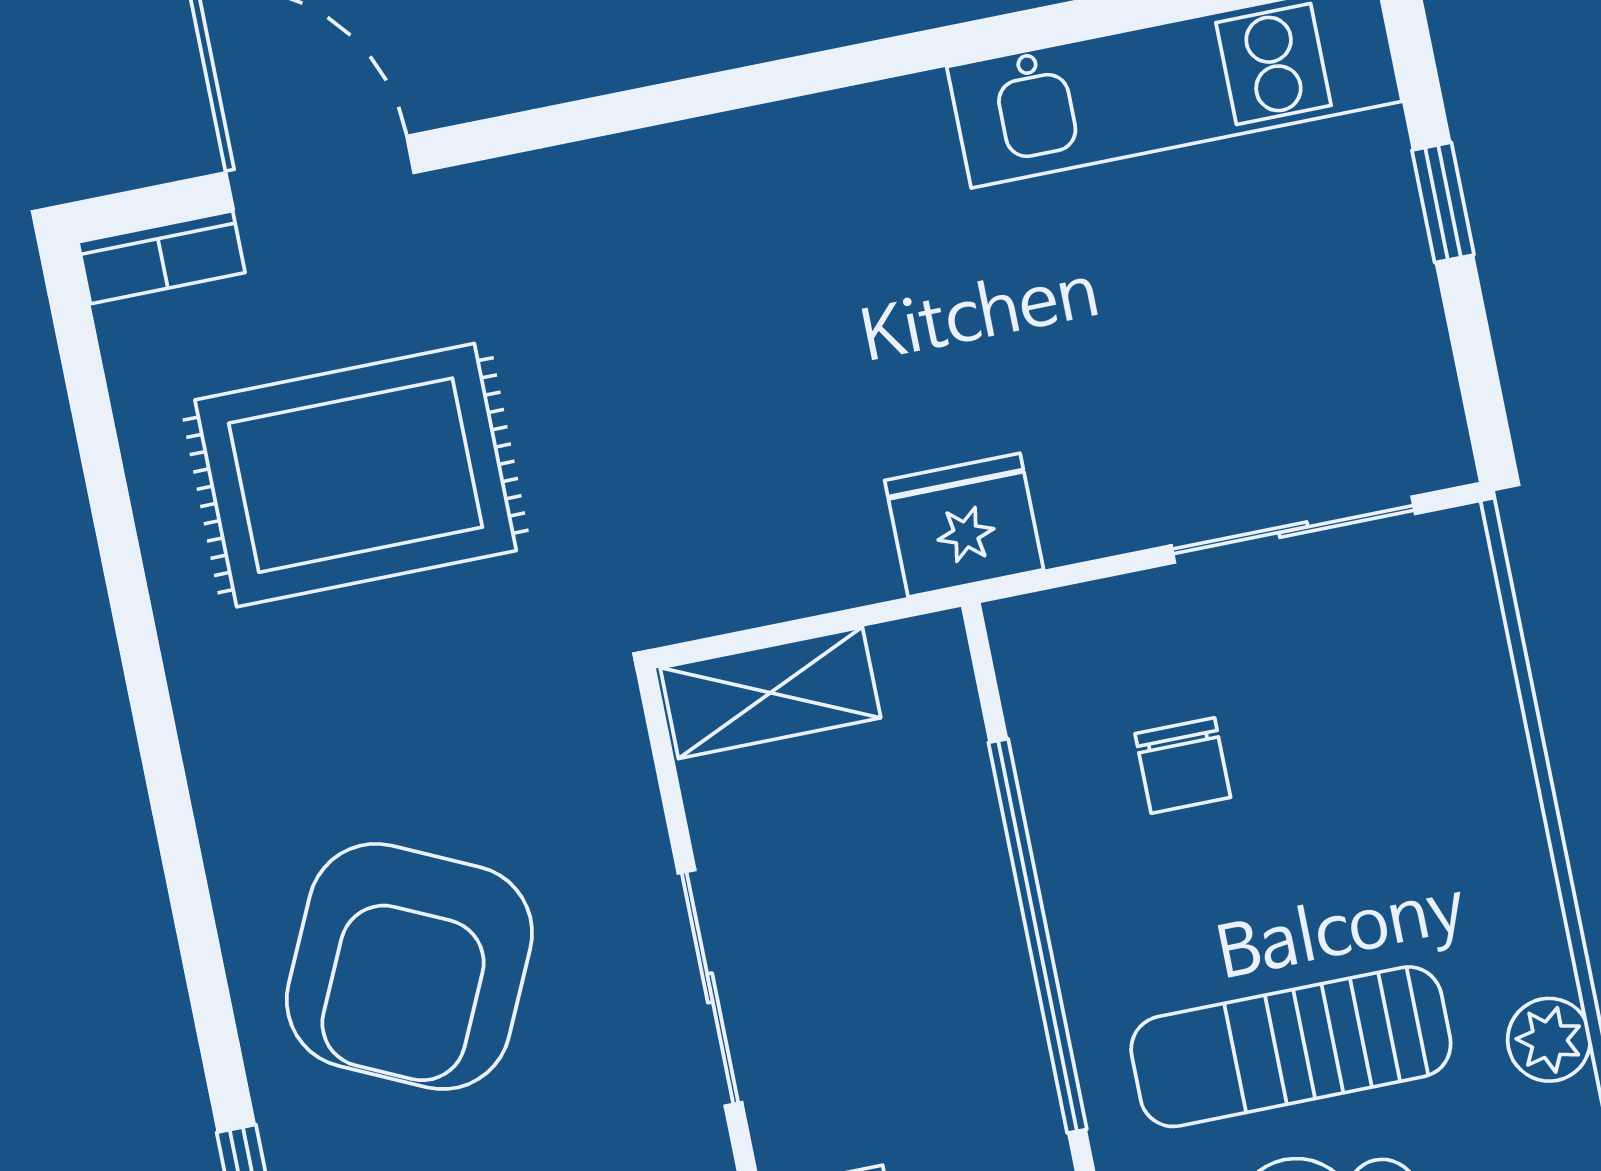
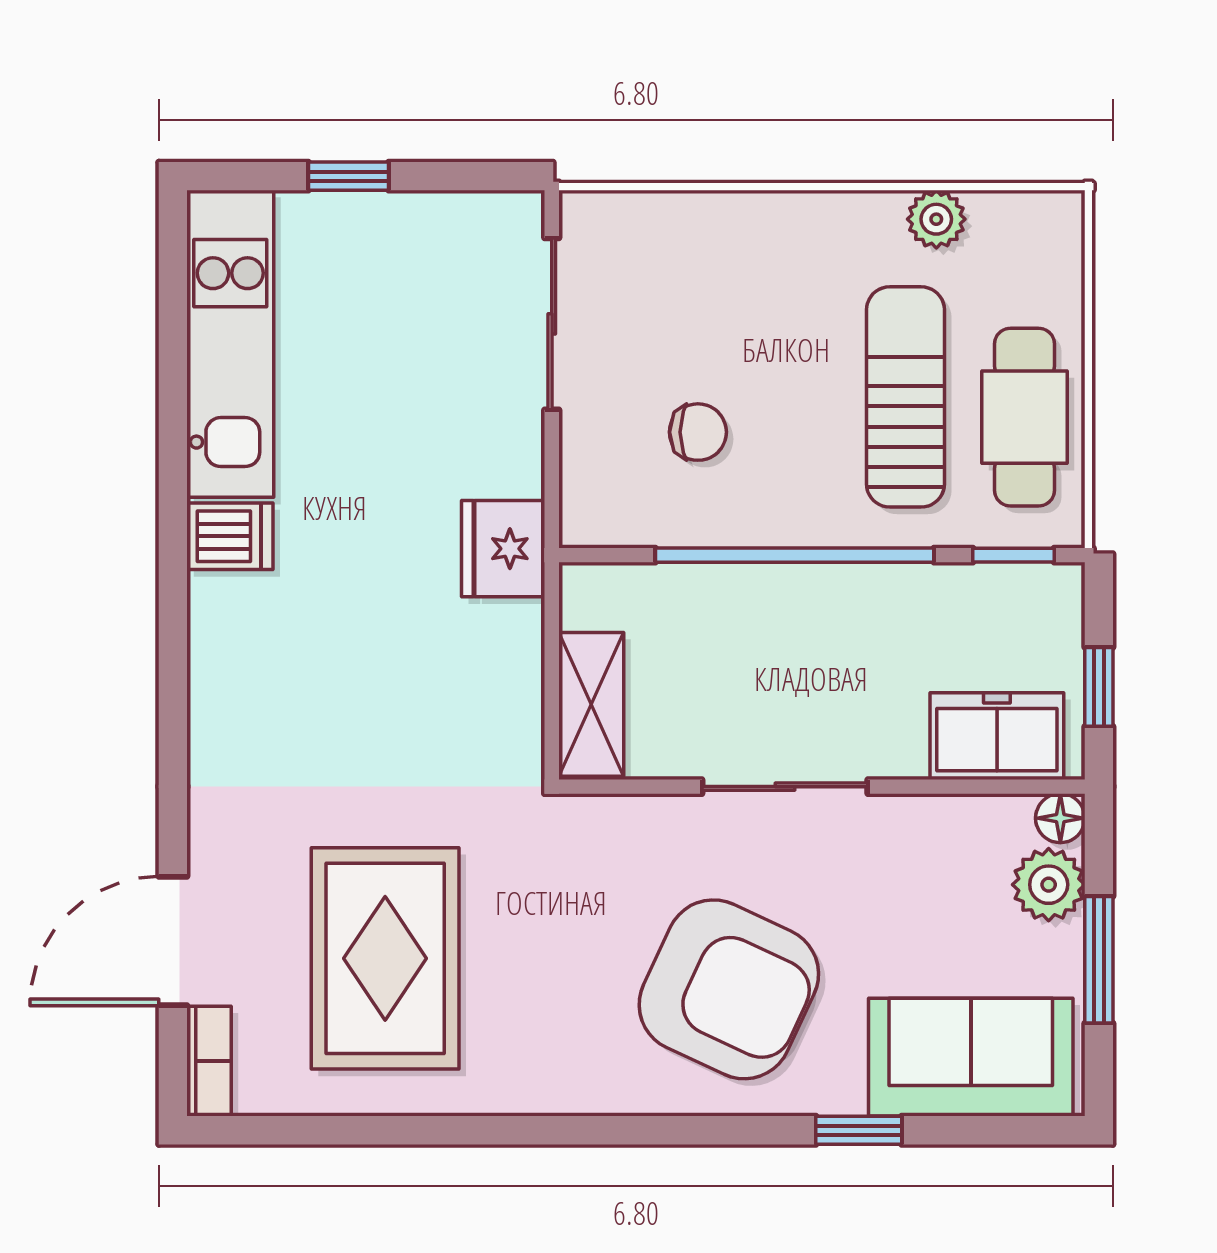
dishwasher: (904, 138) -> (230, 536), added
sun lounger: (1291, 1047) -> (905, 397), turned 180

